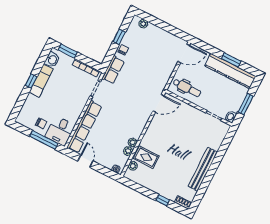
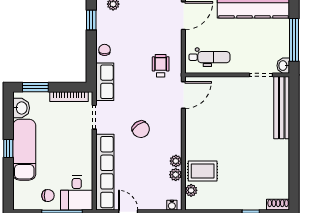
window: (119, 37) -> (91, 20), moved
wheelchair: (153, 78) -> (161, 66), added
exam couch: (41, 81) -> (24, 150), width x1.36, depth x1.45
window: (246, 104) -> (294, 40), width x1.44
chair: (121, 111) -> (141, 129), added
bench: (203, 169) -> (282, 108), moved

